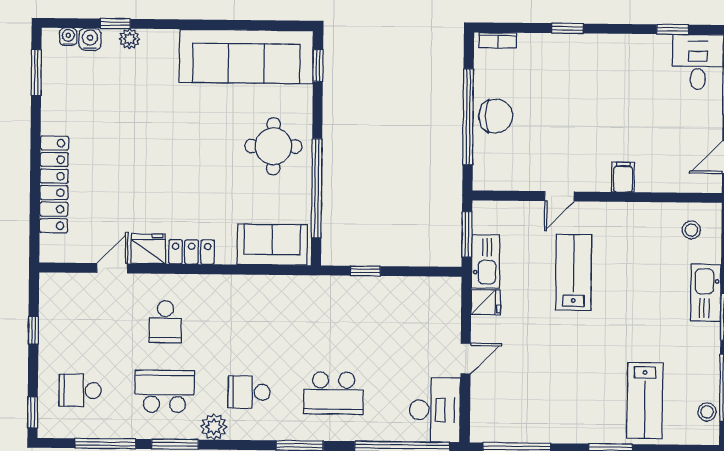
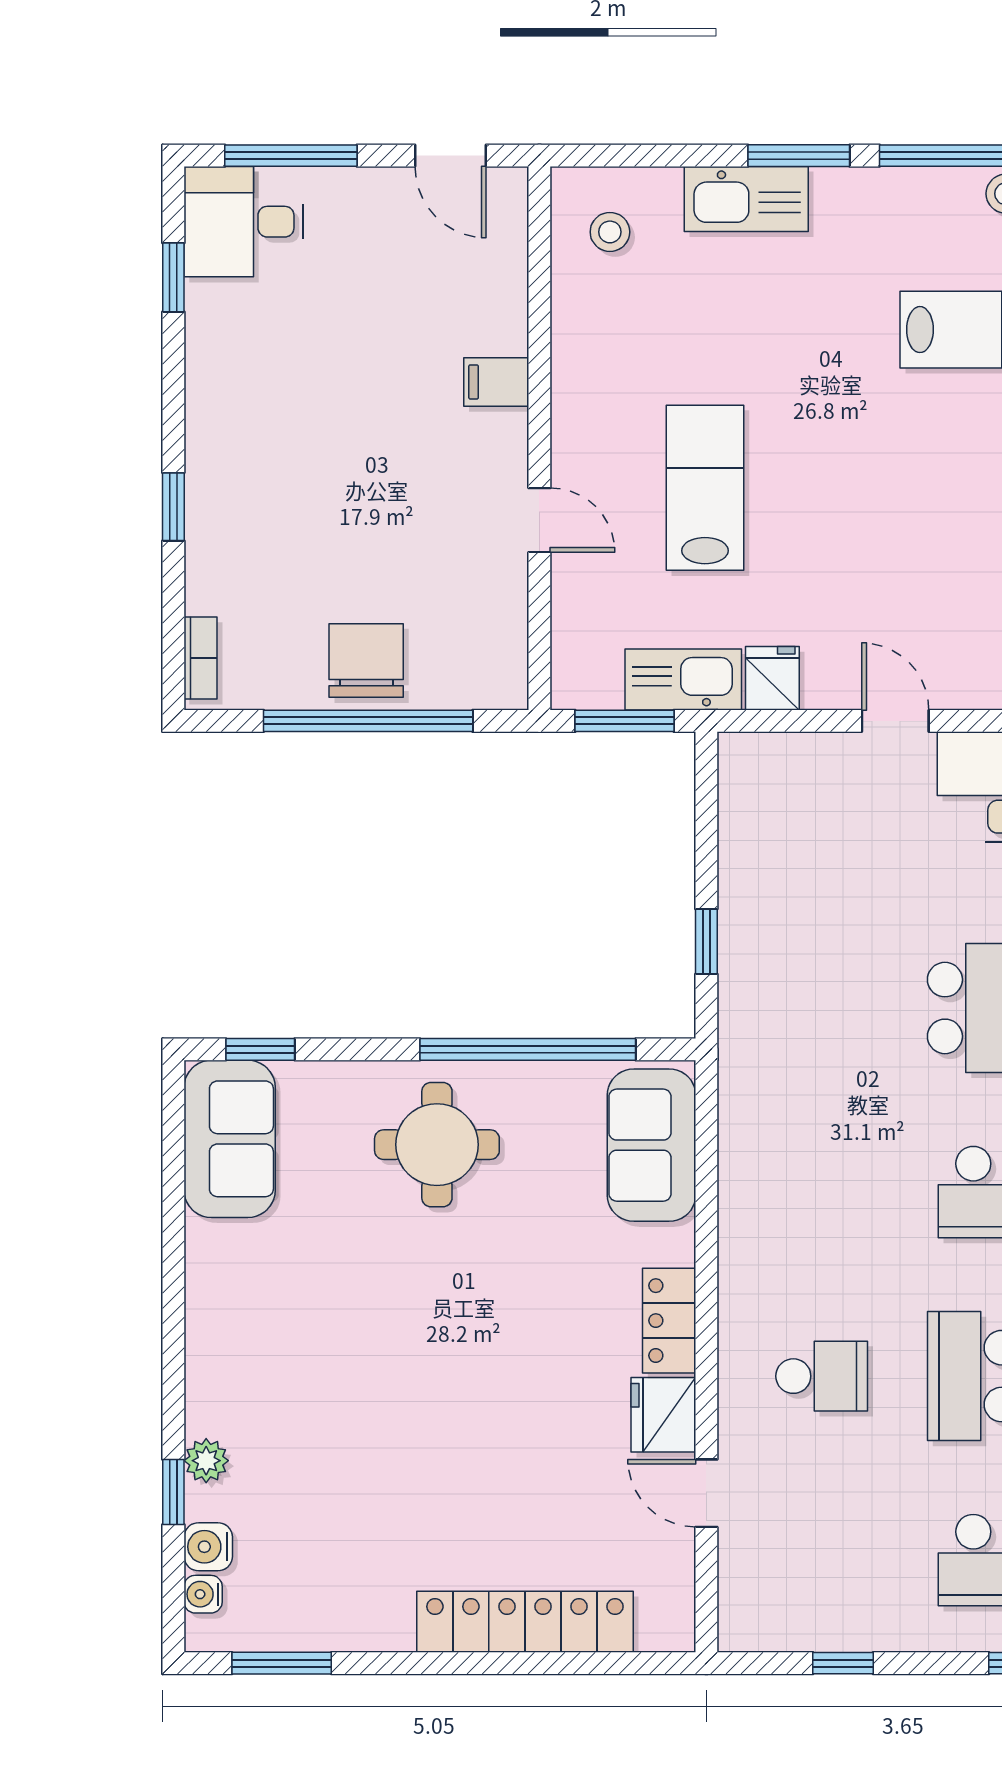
sofa: (246, 56) -> (230, 1139), width x0.54, depth x0.79
lab bench: (574, 272) -> (705, 488), turned 90

